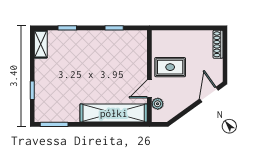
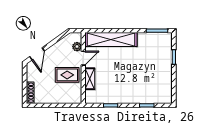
shelving: (41, 44) -> (90, 79), moved

